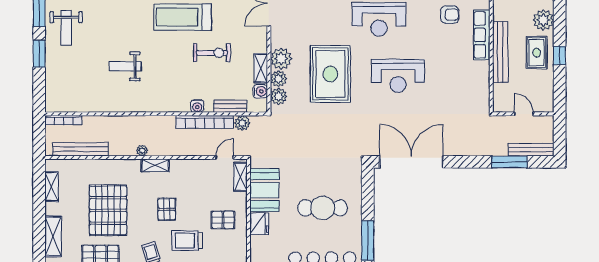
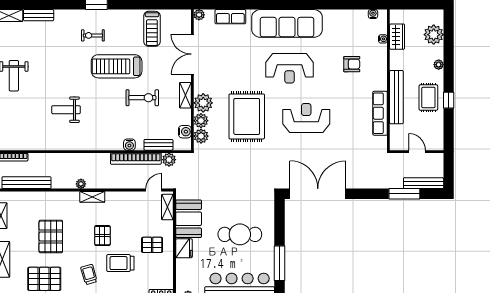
plant: (543, 20) -> (439, 65), width x0.53, depth x0.53
row of seats: (482, 35) -> (380, 113), moved
shelving: (261, 68) -> (185, 95), moved
reception desk: (398, 76) -> (306, 118), turned 180
pallet: (108, 210) -> (51, 236), width x0.73, depth x0.71

